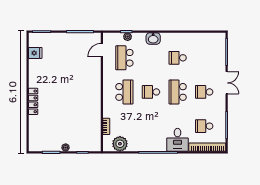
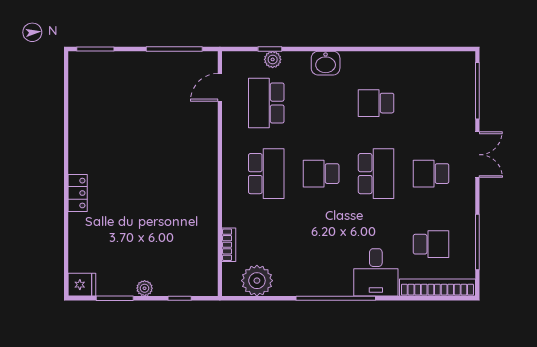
fridge: (35, 53) -> (82, 285), moved
school desk: (178, 92) -> (376, 174), turned 180
locker: (33, 101) -> (78, 193), width x0.66
school desk: (204, 126) -> (431, 244), turned 180

